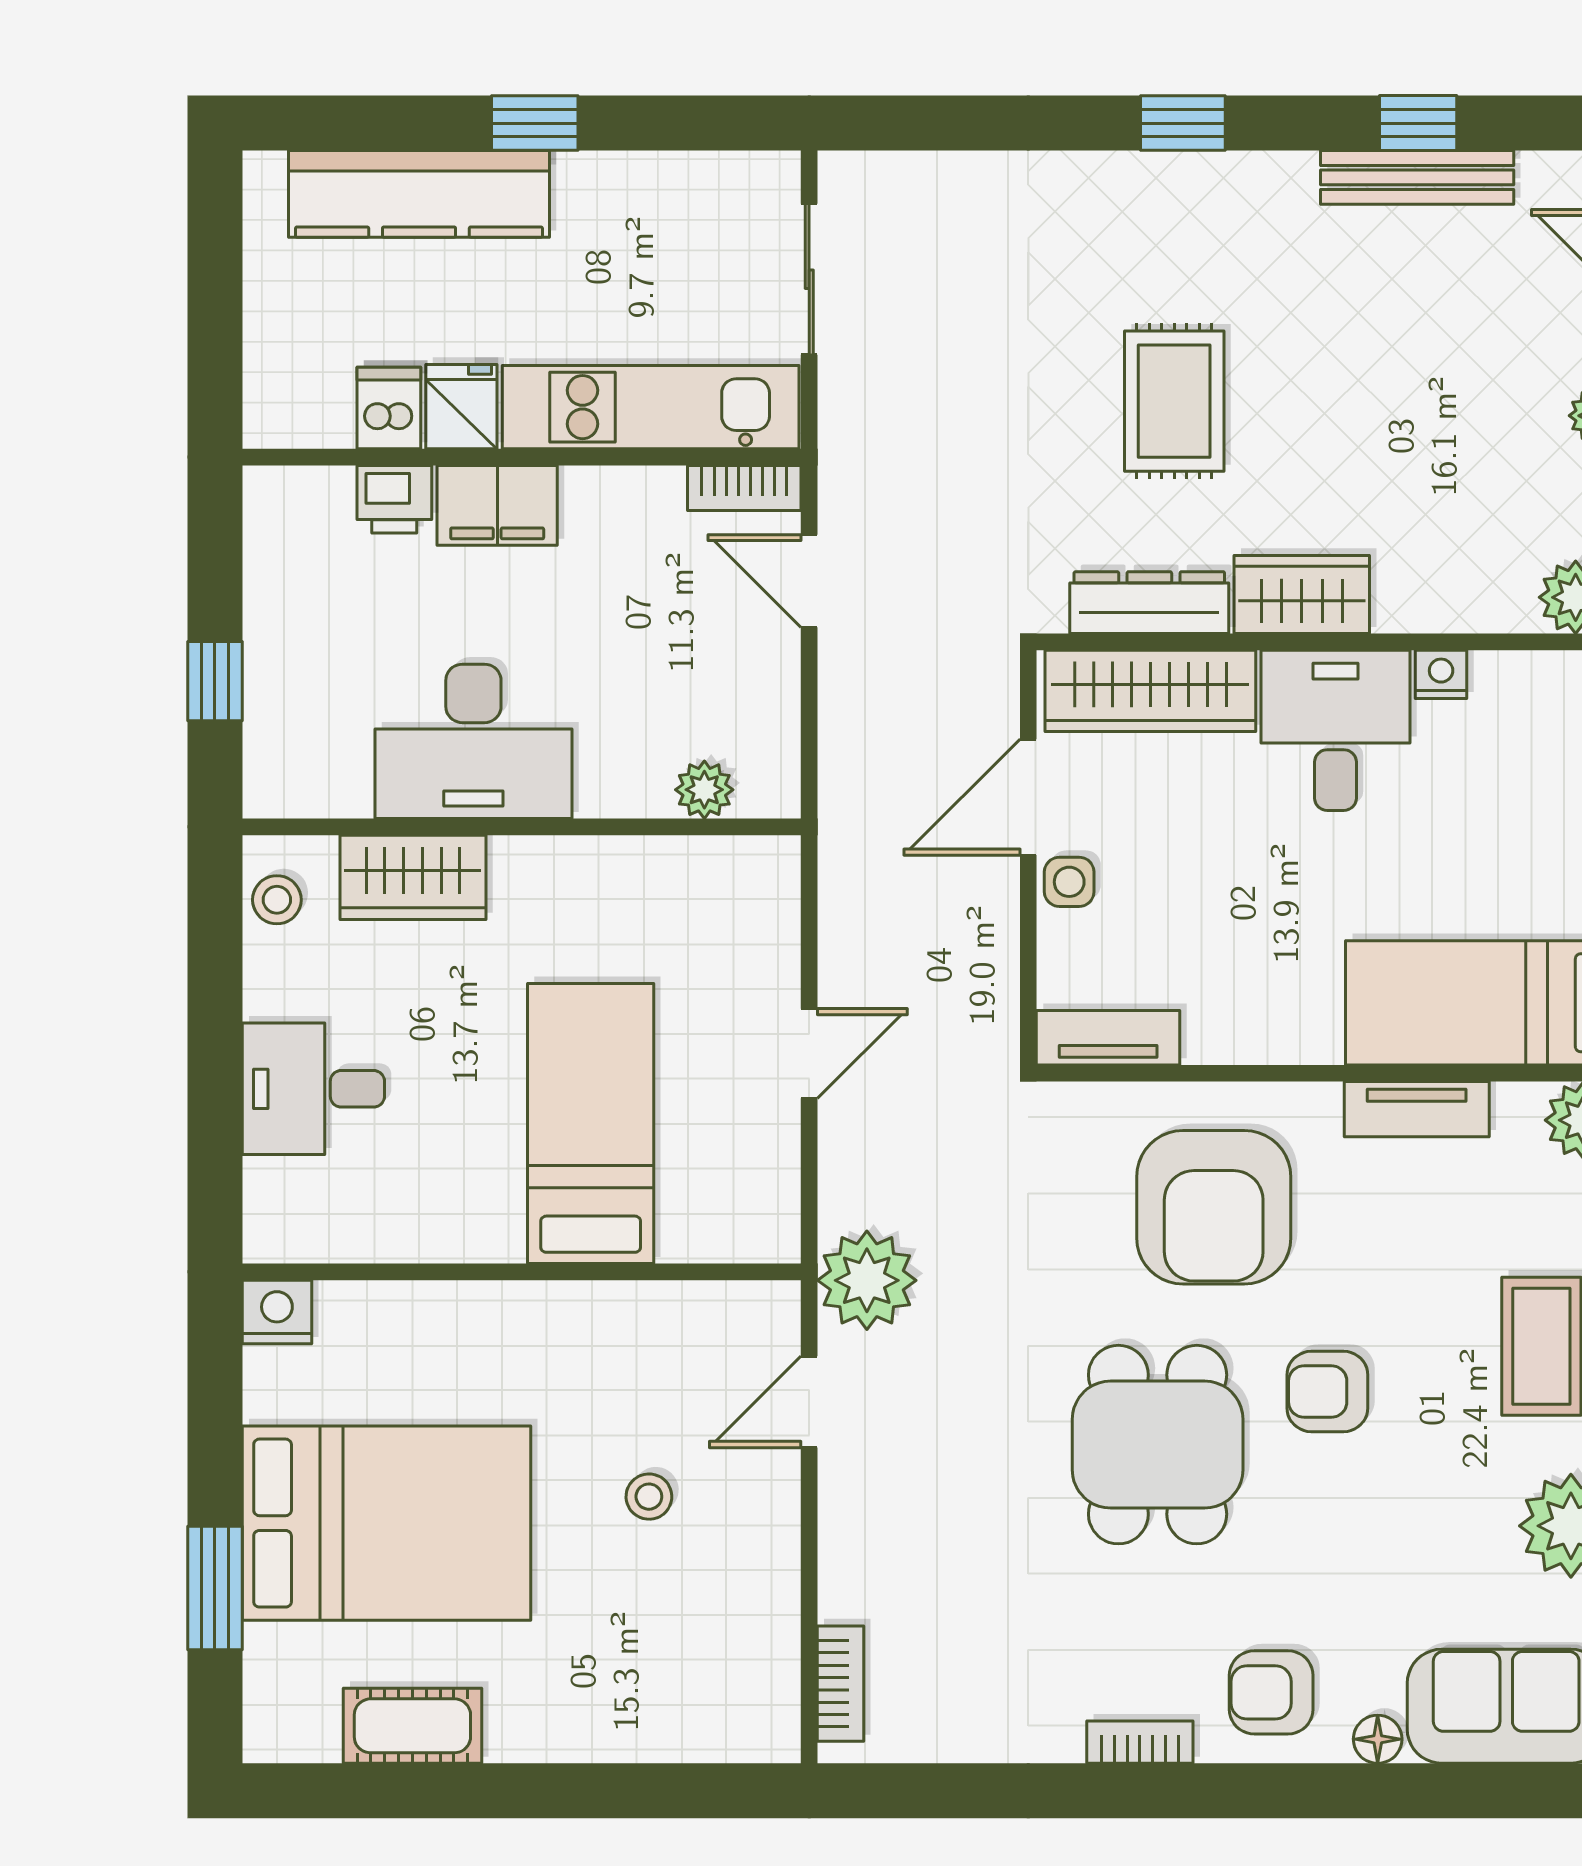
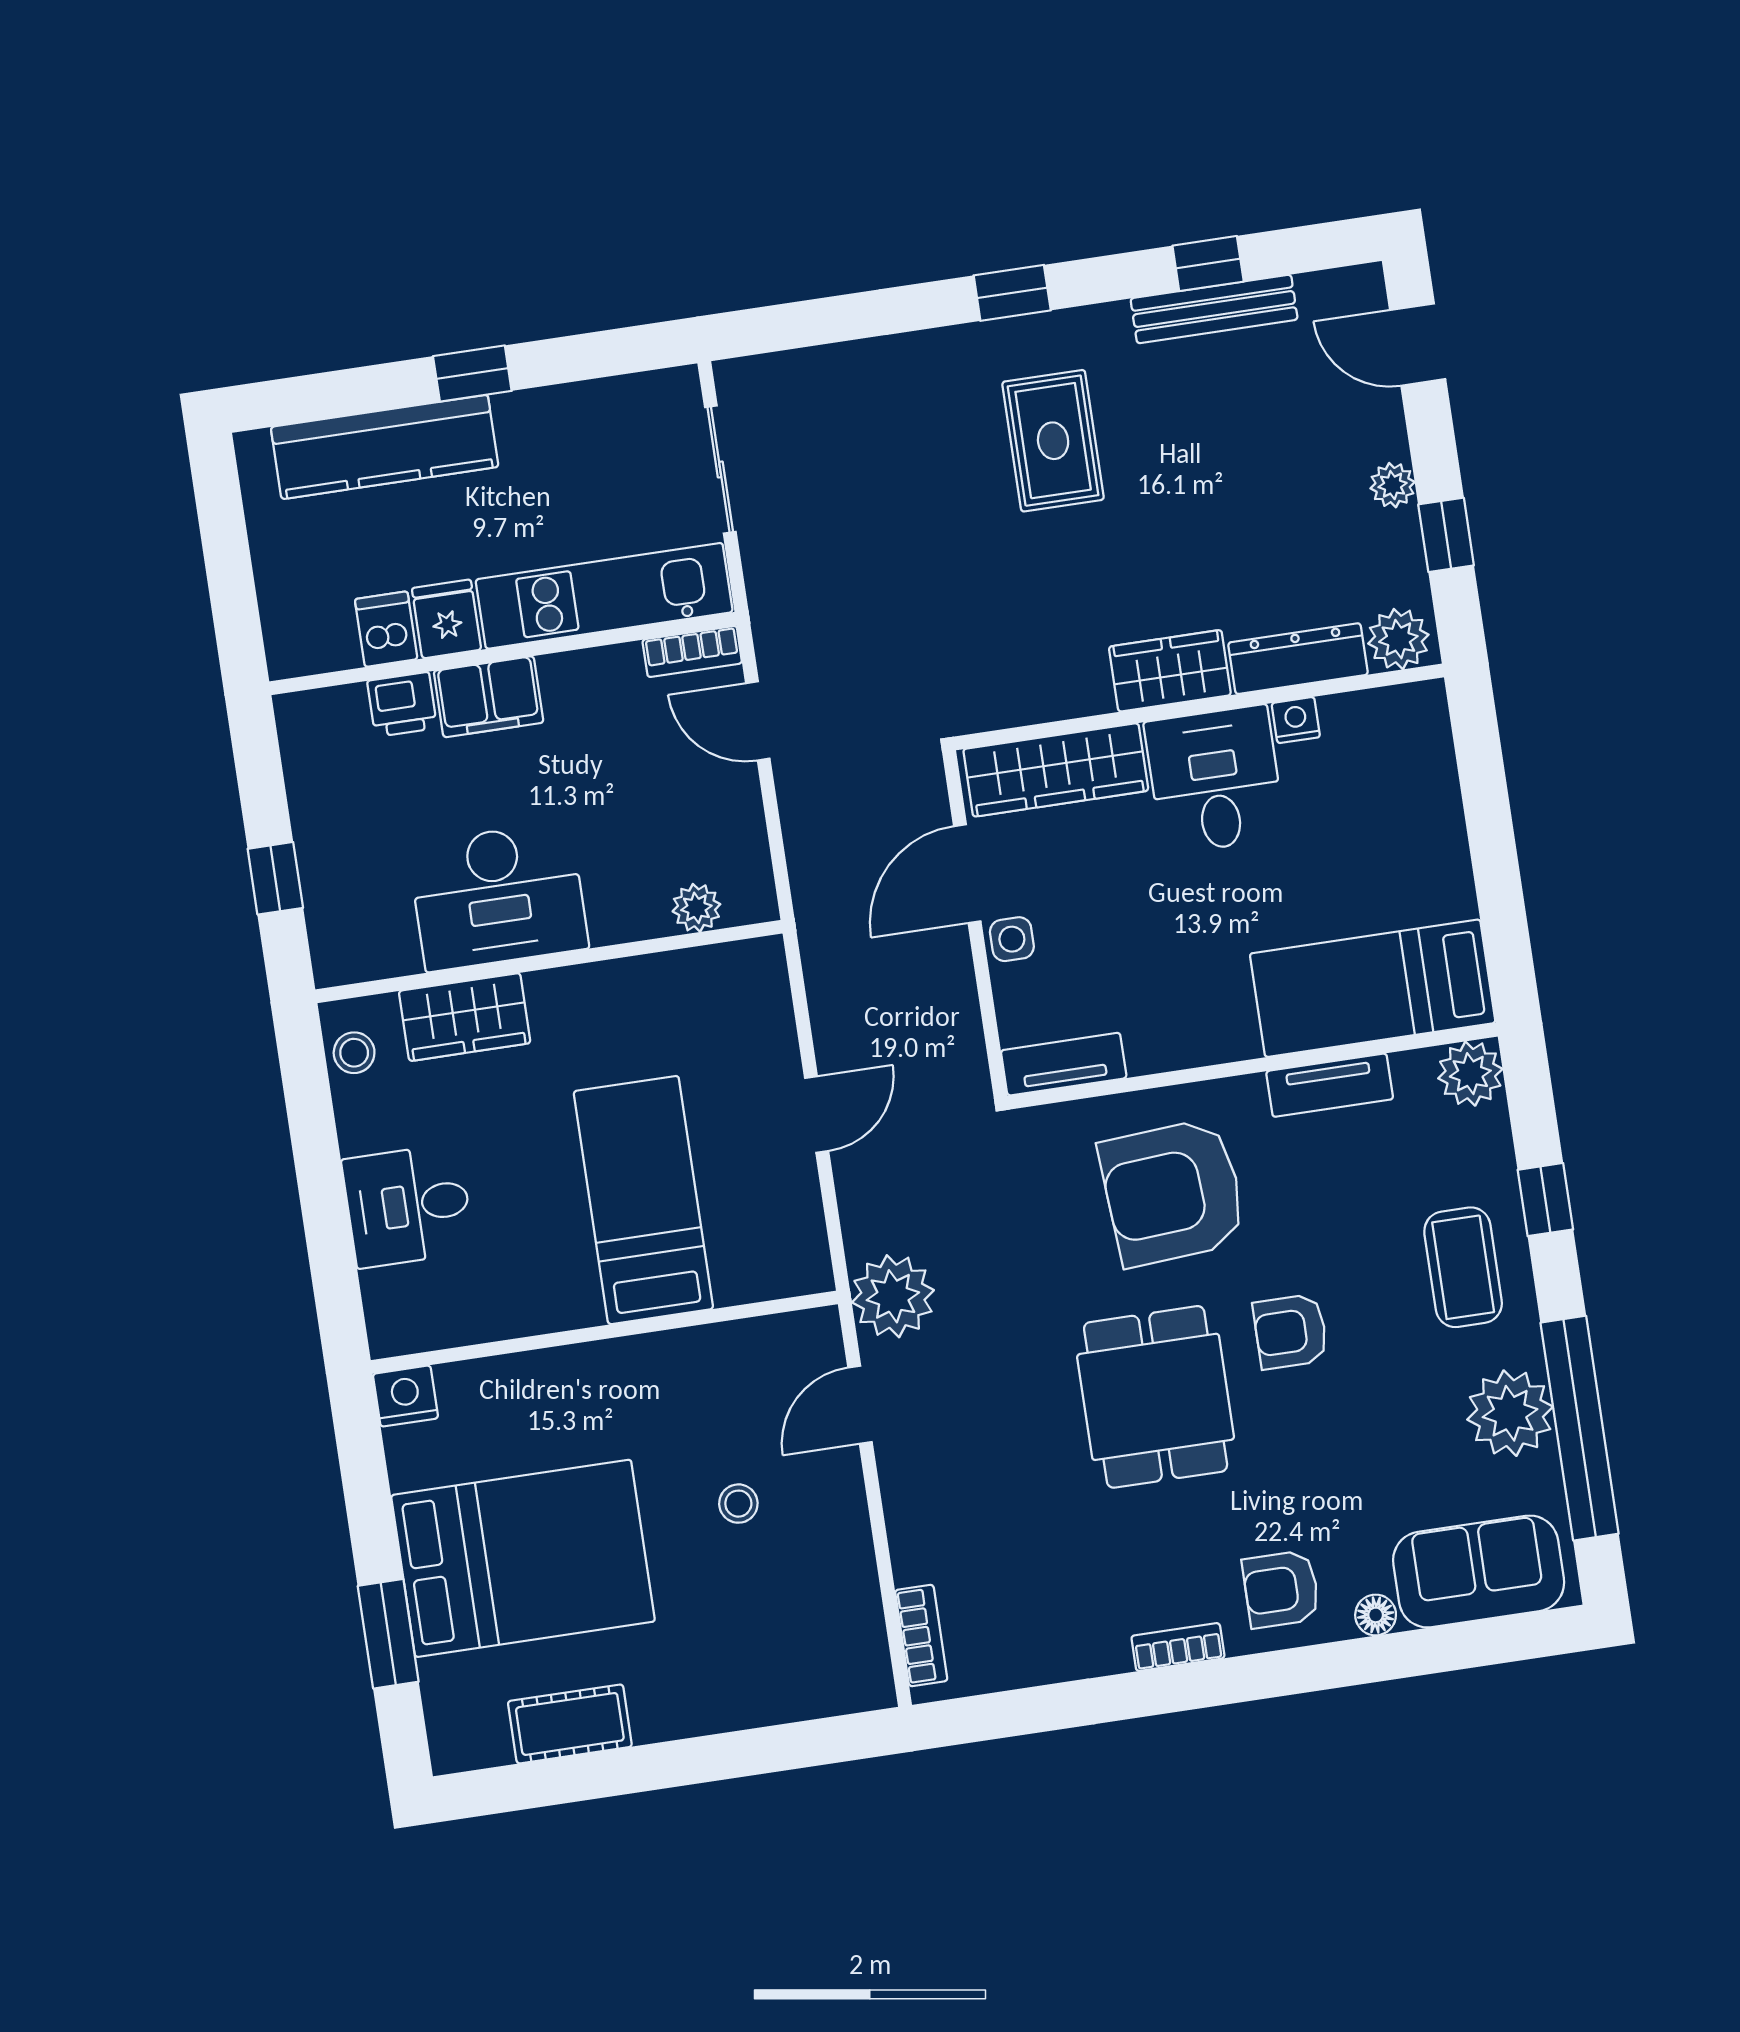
rug: (1174, 401) -> (1053, 441), moved
dresser: (1149, 603) -> (1298, 659), moved
armchair: (1214, 1207) -> (1173, 1192), turned 86

